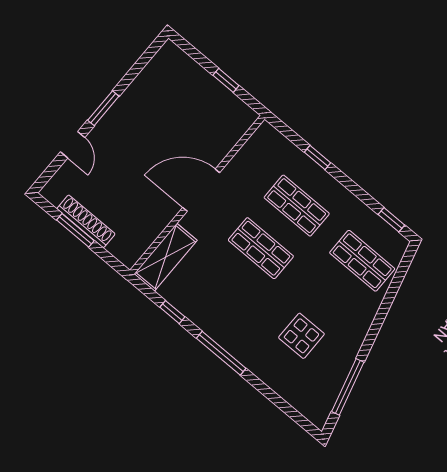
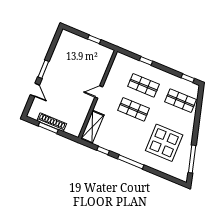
door: (201, 190) -> (99, 92), width x0.53
display table: (301, 336) -> (164, 143), width x1.86, depth x1.86

